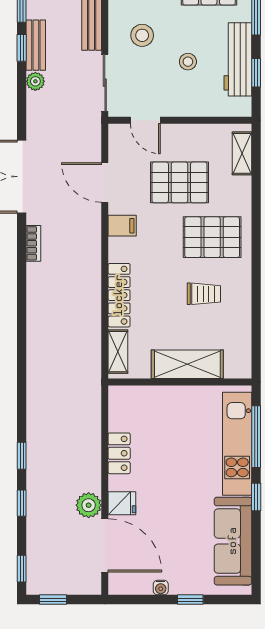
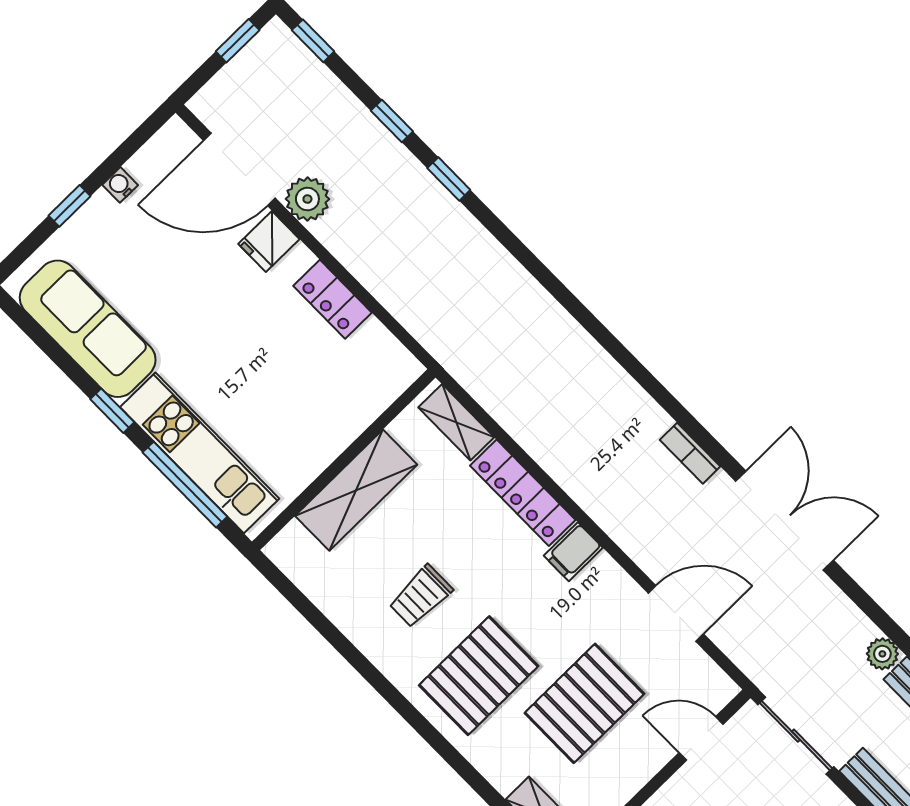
filing cabinet: (122, 226) -> (573, 552), moved

